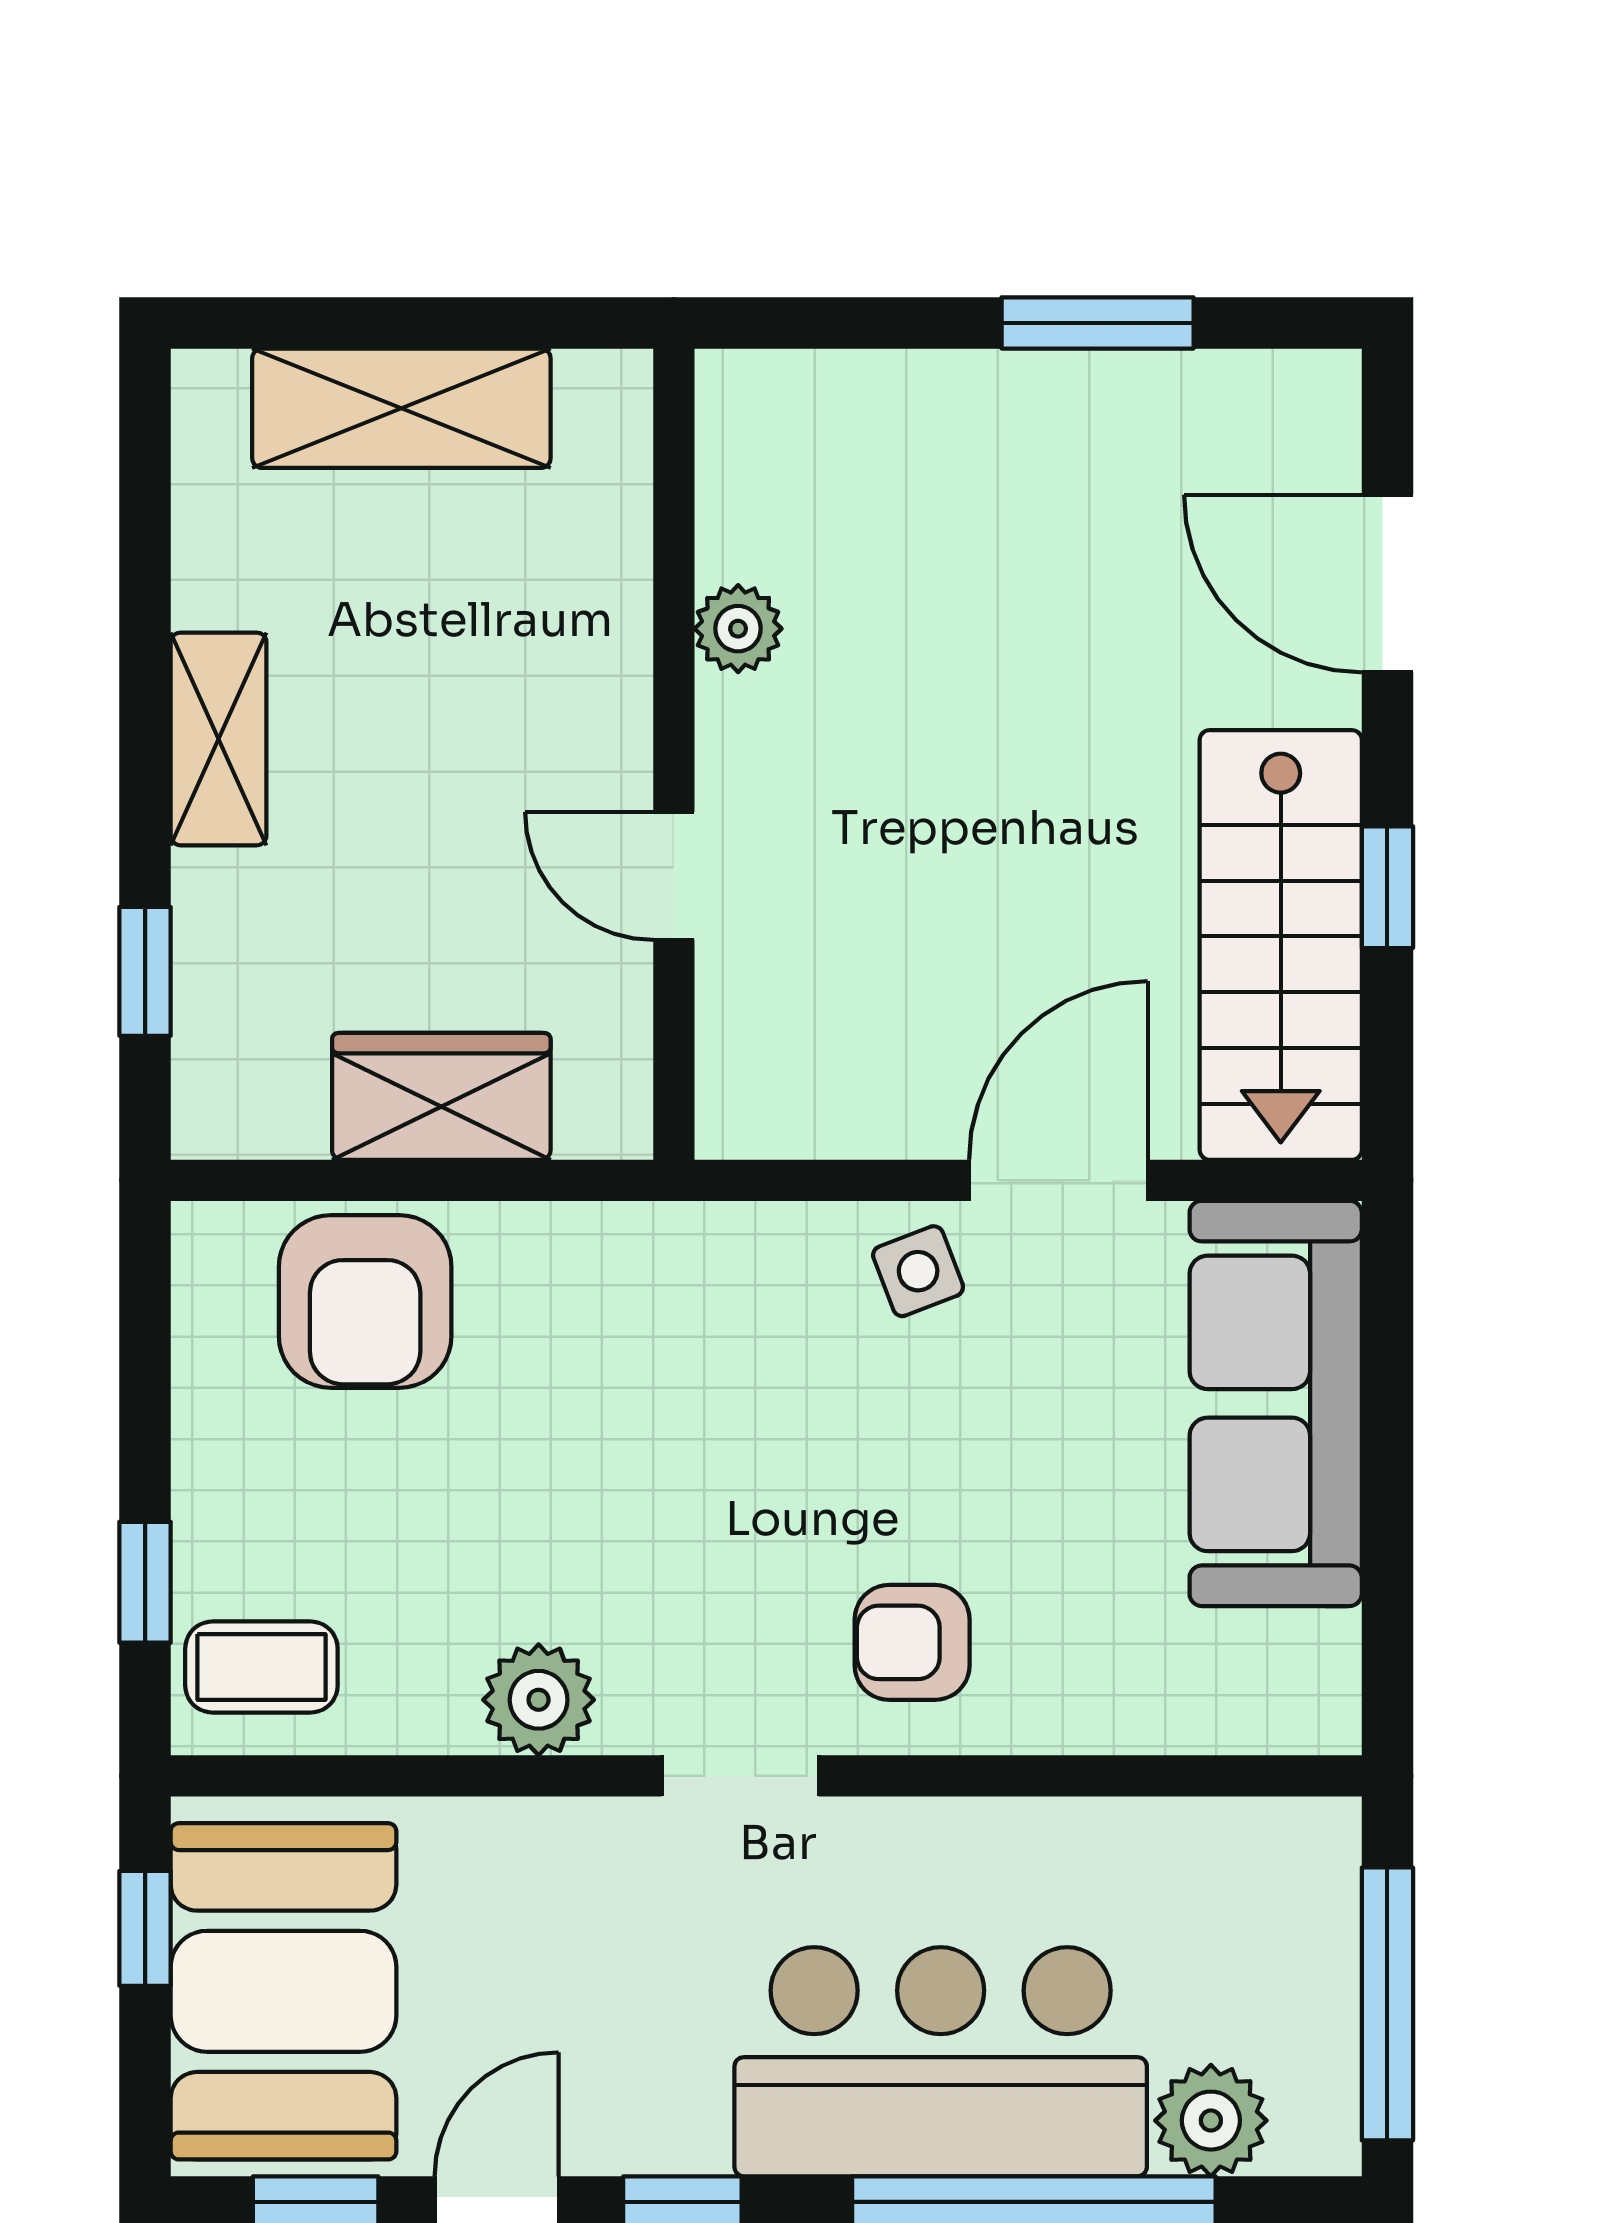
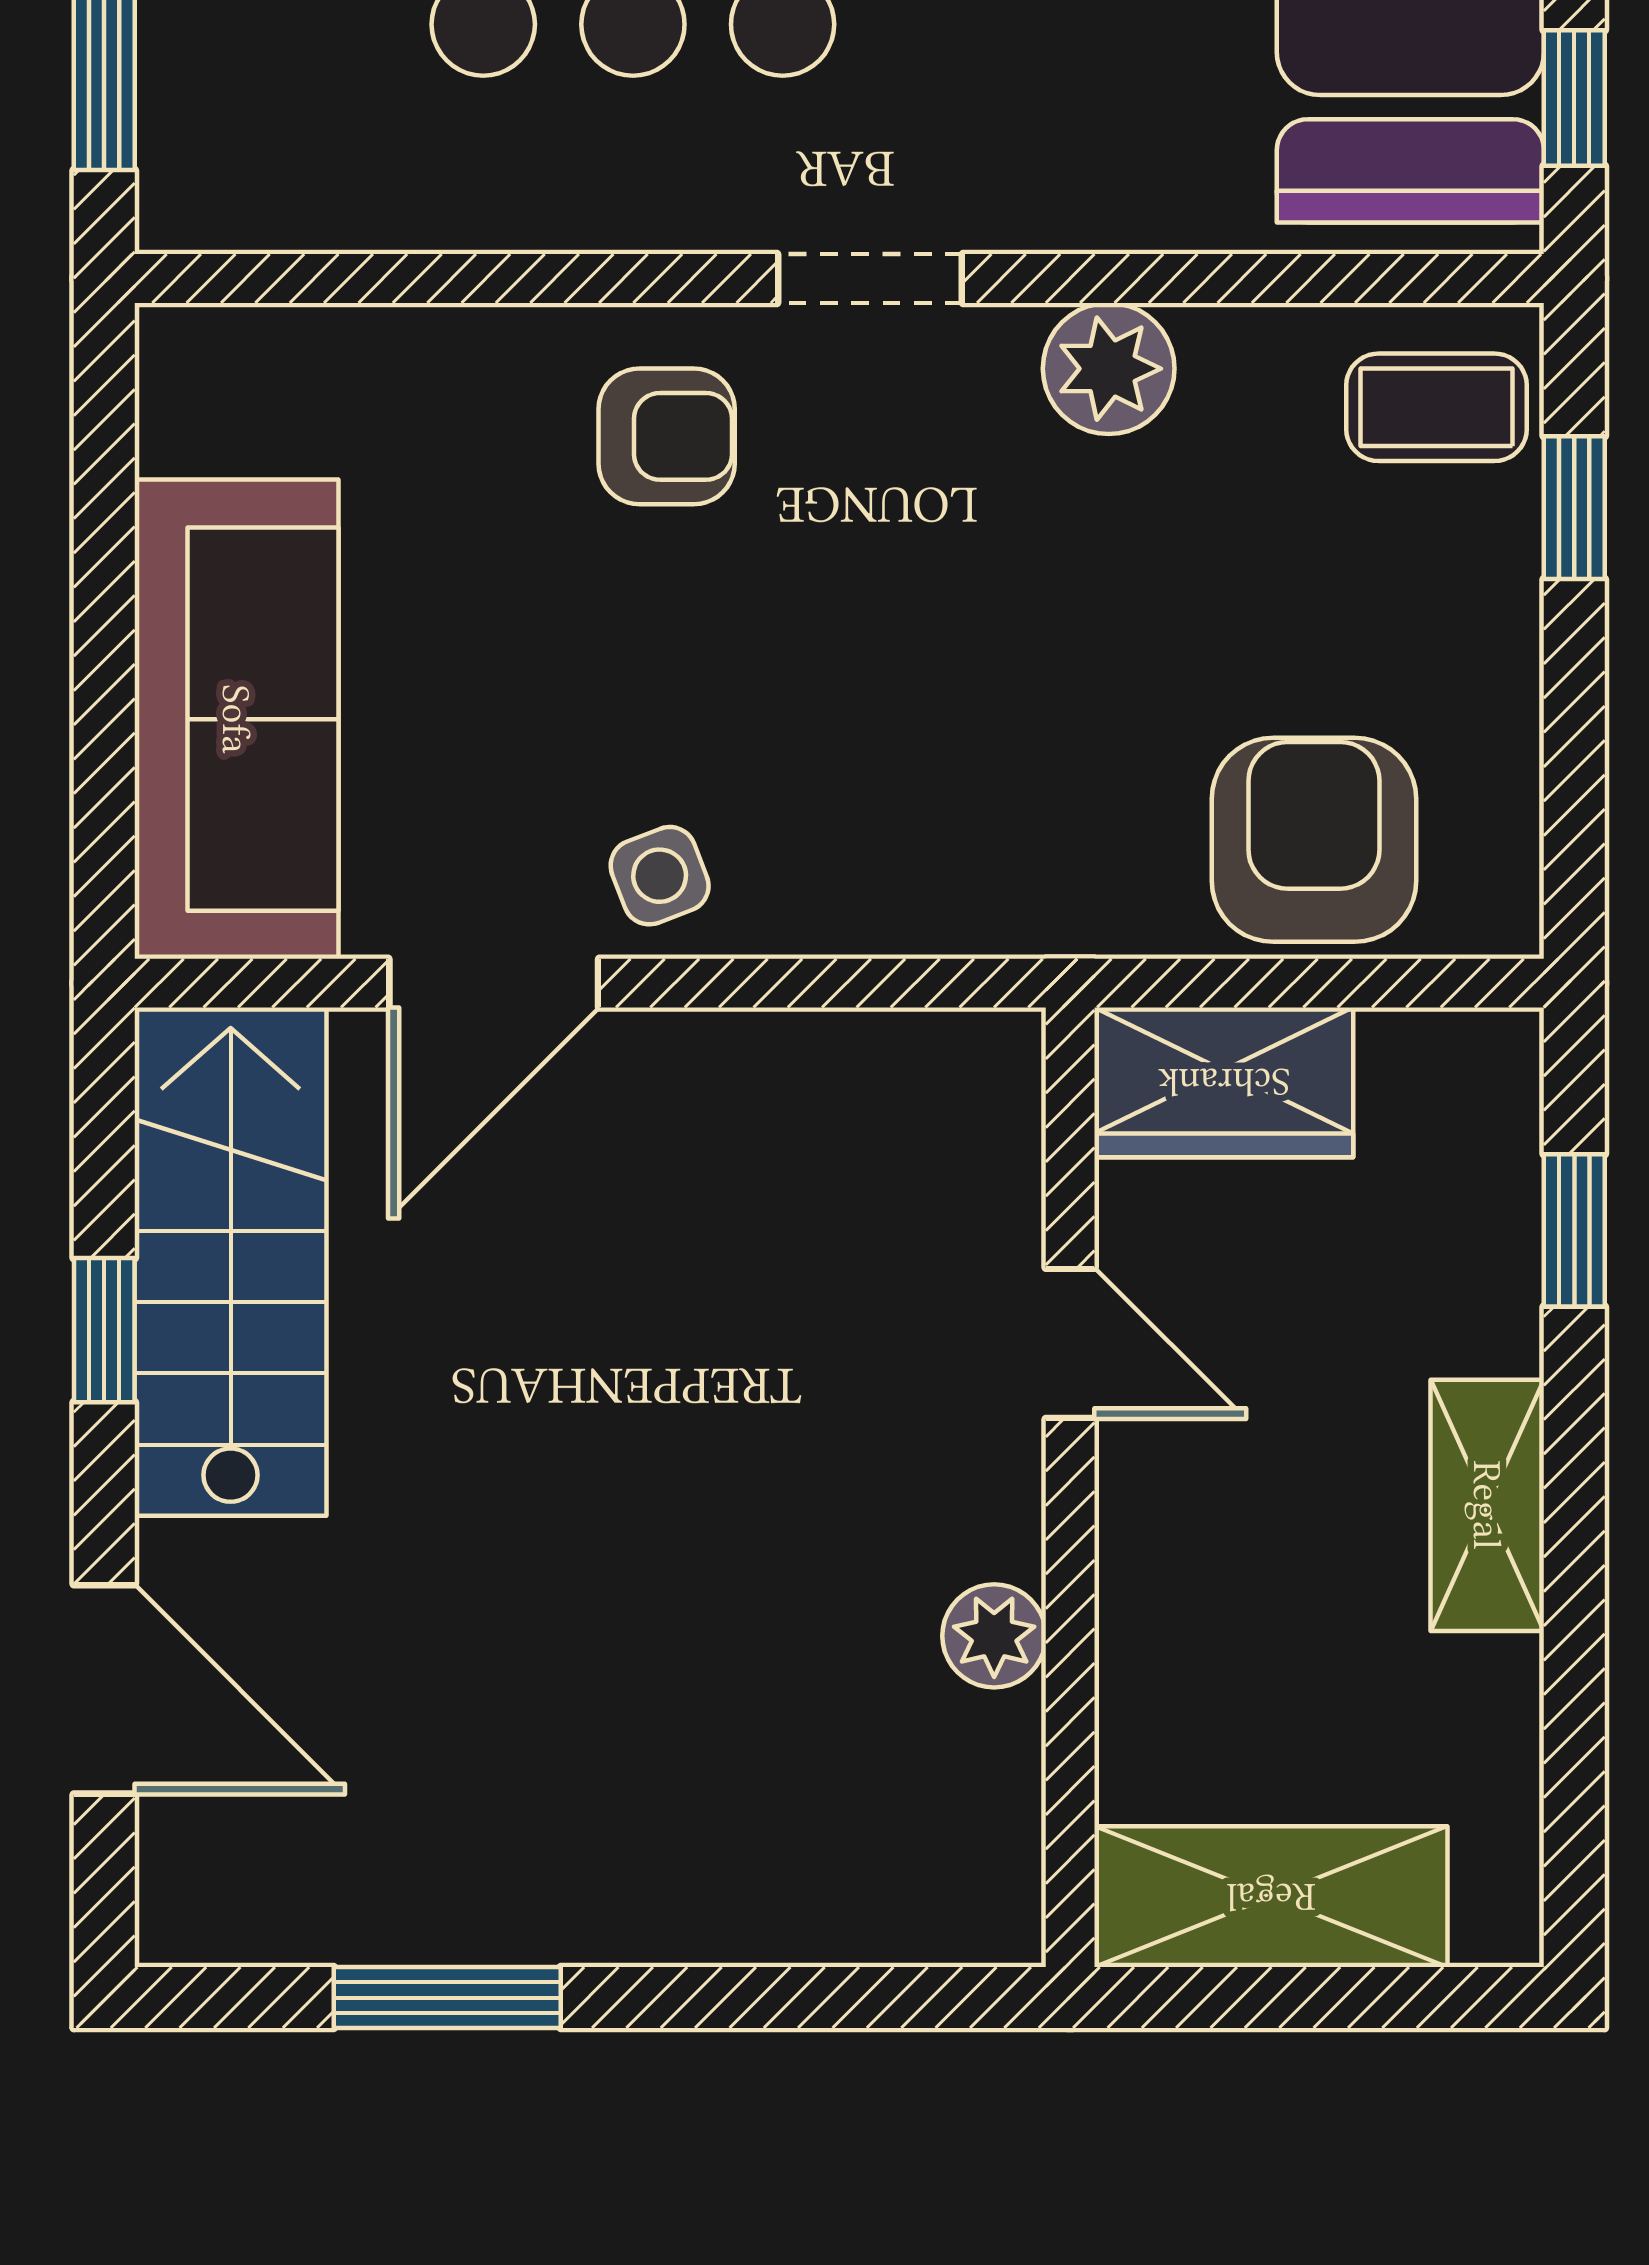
plant: (738, 629) -> (994, 1636), moved
wall: (674, 754) -> (1070, 1487), moved
door: (674, 876) -> (1070, 1343), moved

